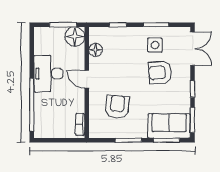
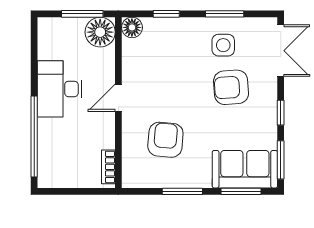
floor lamp: (96, 50) -> (132, 27), moved
door: (87, 79) -> (118, 98), hinge flipped

